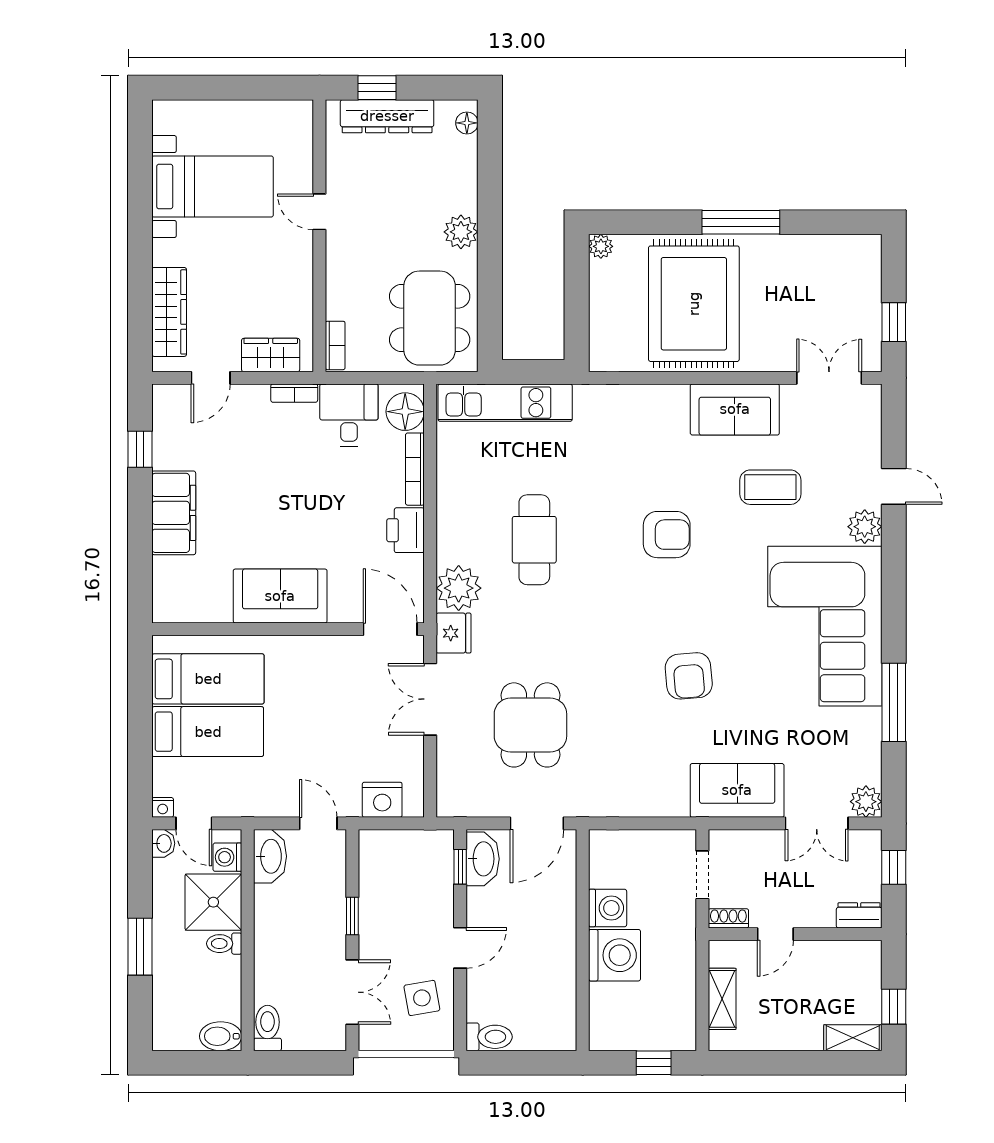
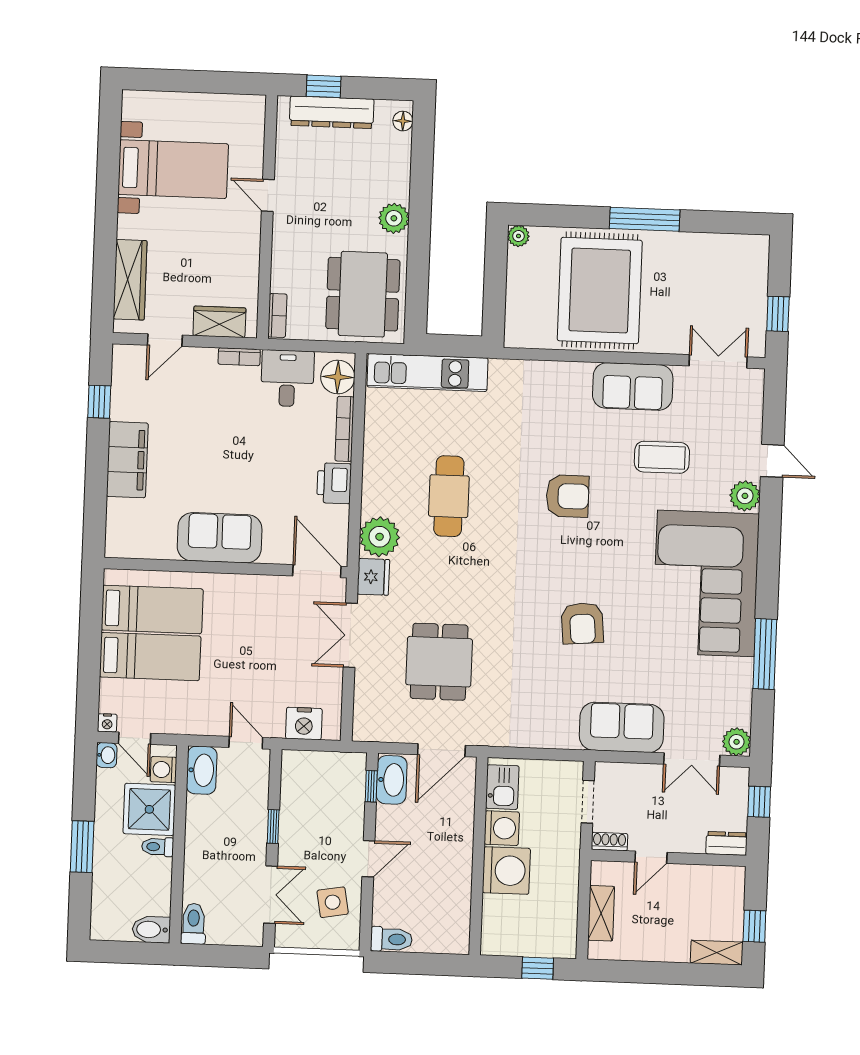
kitchen sink: (606, 862) -> (502, 787), added

